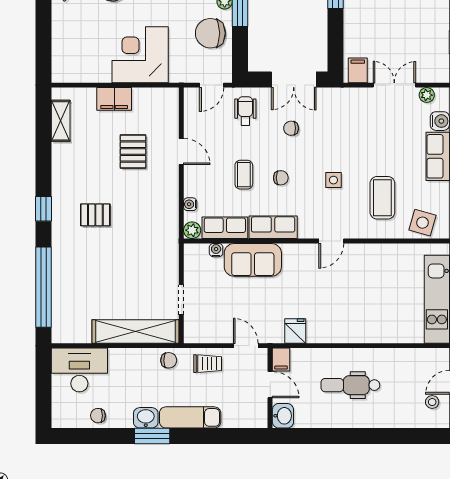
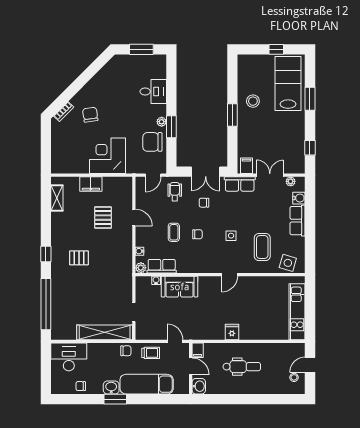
row of seats: (273, 227) -> (240, 184), moved, turned 180
fridge: (295, 331) -> (232, 332), moved
dental chair: (350, 385) -> (242, 367), turned 180
exam couch: (190, 417) -> (147, 384), width x1.36, depth x1.45

